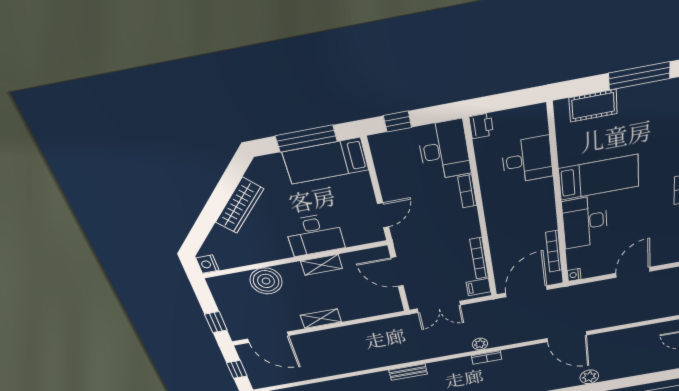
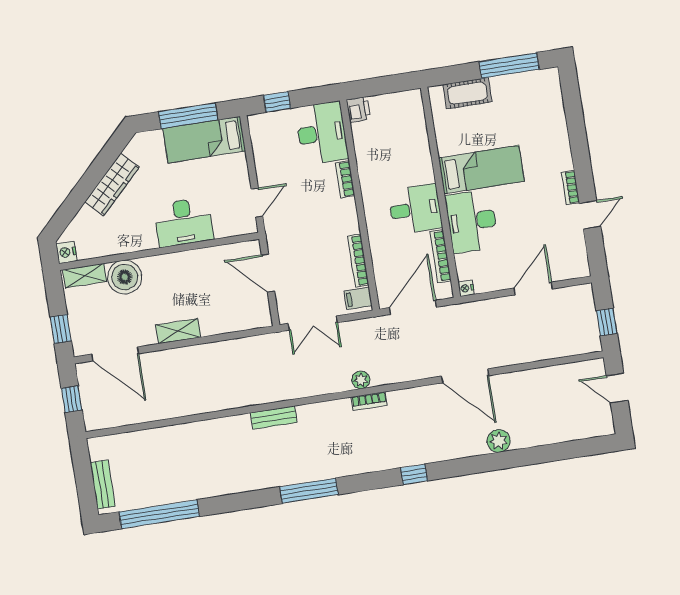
desk: (527, 160) -> (415, 209), moved
shelving: (322, 265) -> (85, 276), moved

